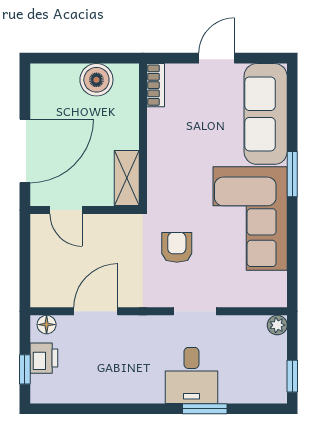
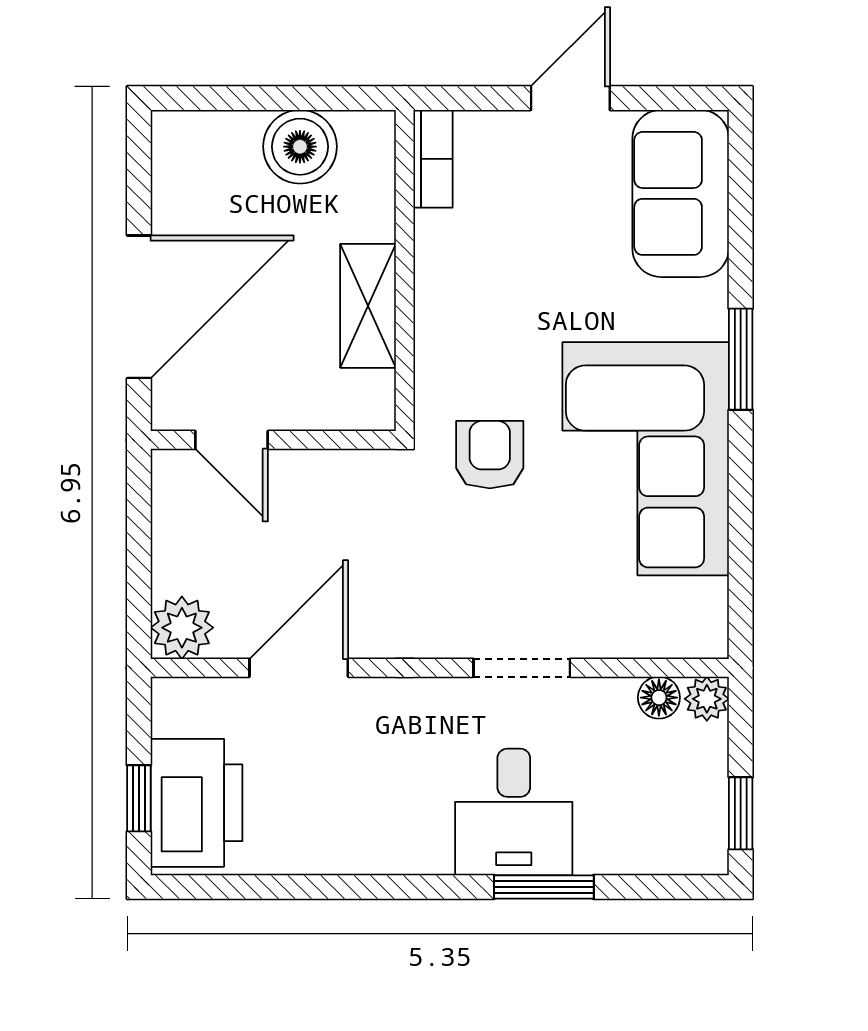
sofa: (266, 114) -> (681, 193), width x0.73
shelving: (127, 178) -> (368, 306), moved
armchair: (177, 247) -> (490, 455), moved
plant: (44, 293) -> (182, 628), added
floor lamp: (47, 325) -> (659, 698), moved
printer: (44, 358) -> (196, 803), width x1.87, depth x1.48

